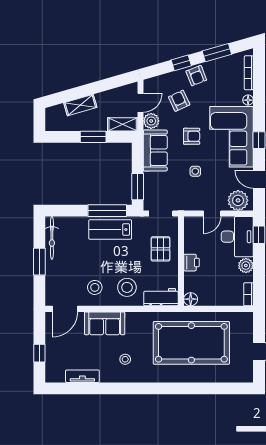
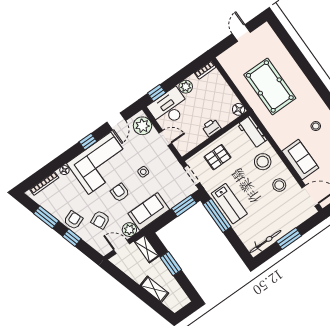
pool table: (191, 343) -> (270, 86), width x0.73, depth x0.76

